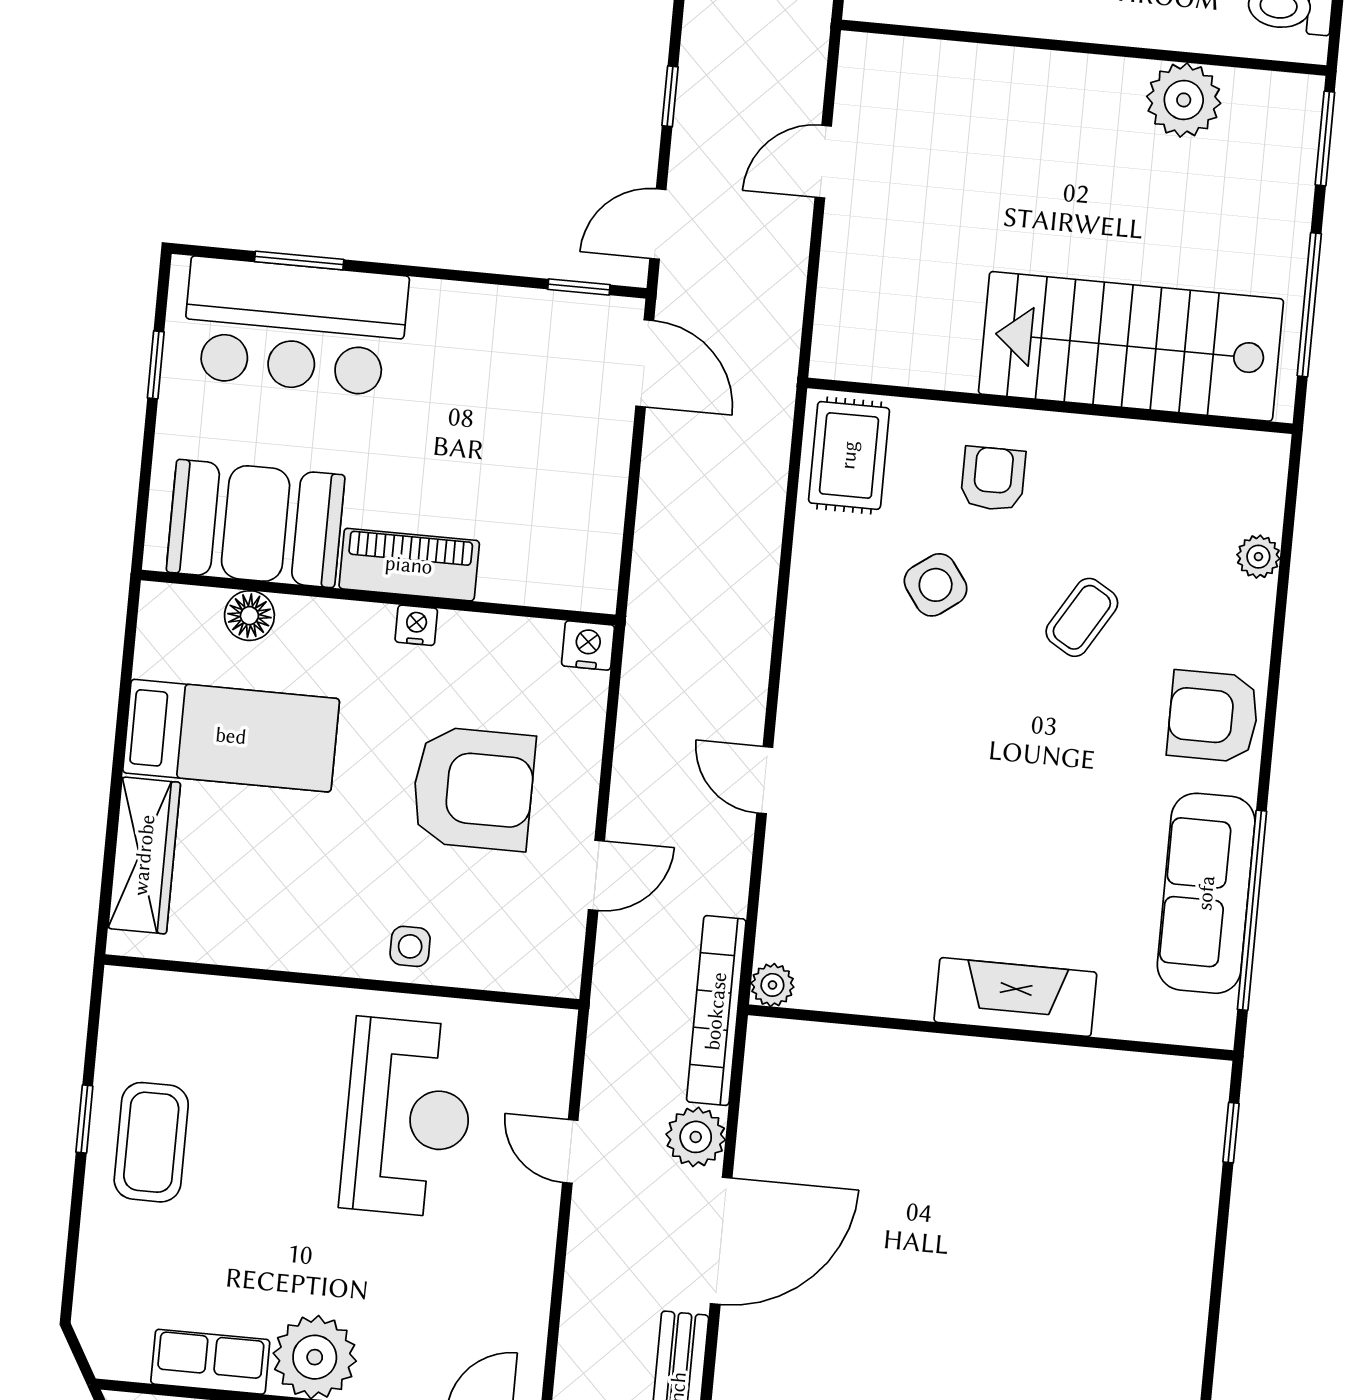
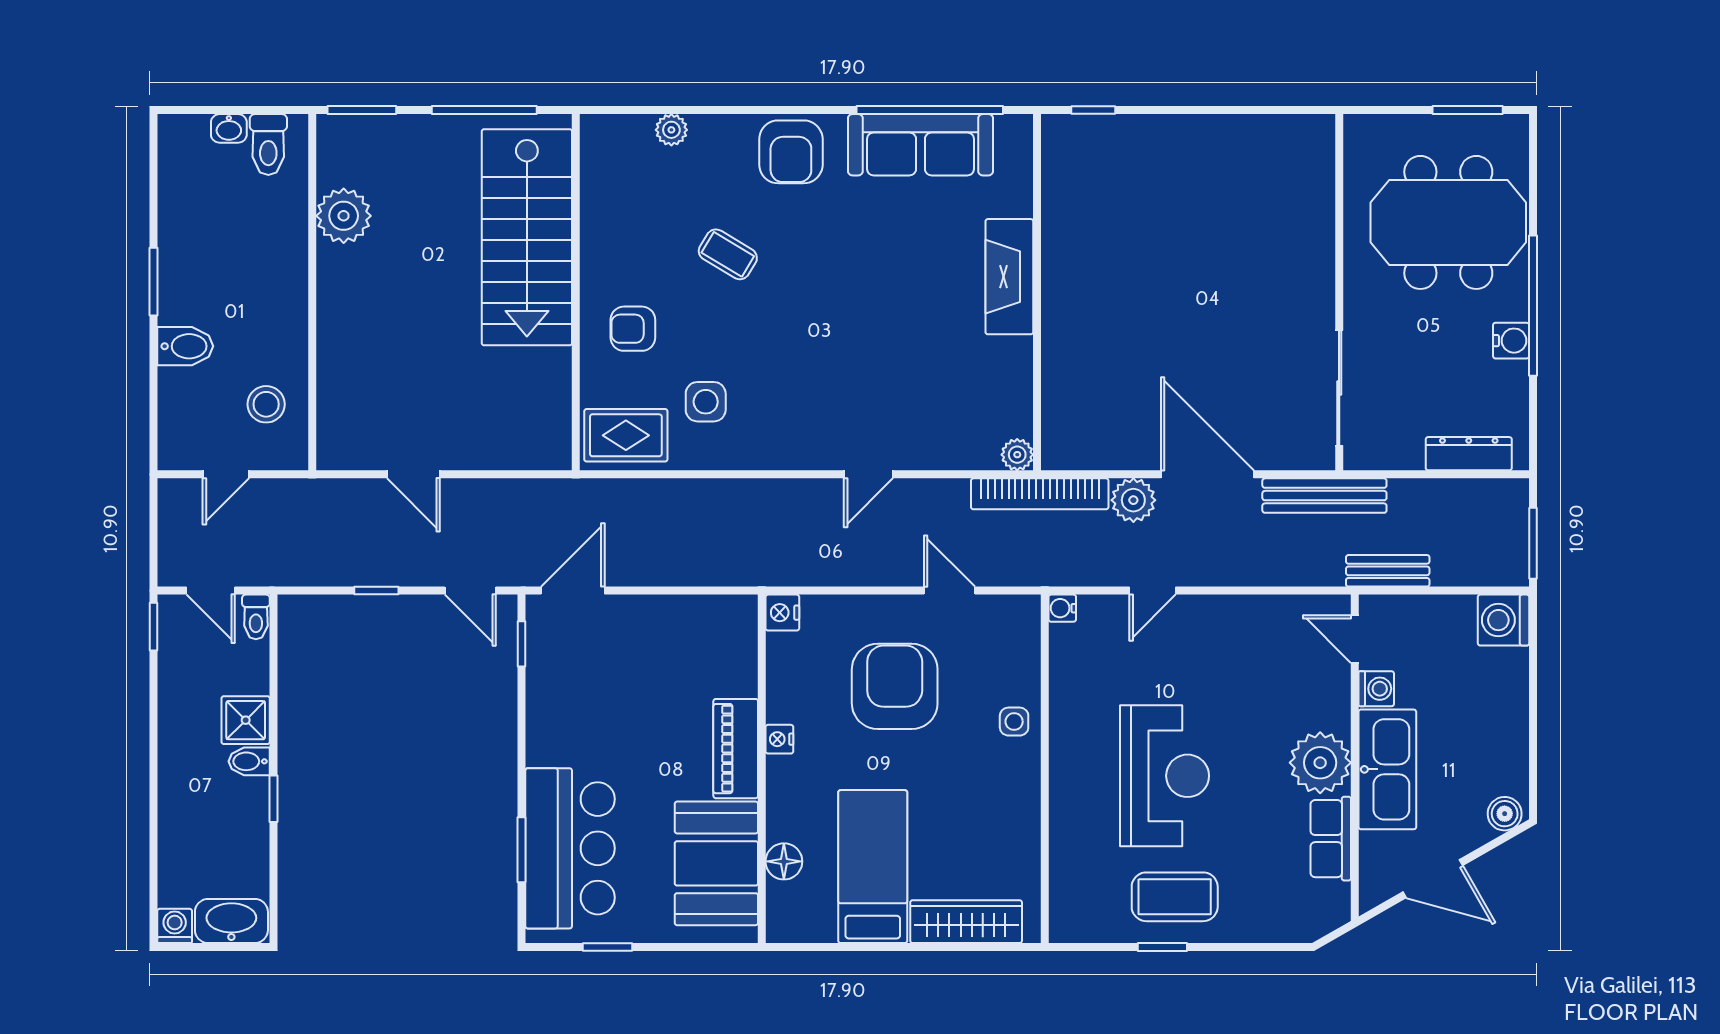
side table: (936, 585) -> (706, 402), moved, turned 36
water cooler: (558, 1026) -> (1062, 608), added
reception desk: (408, 1117) -> (1164, 776), moved, turned 90

